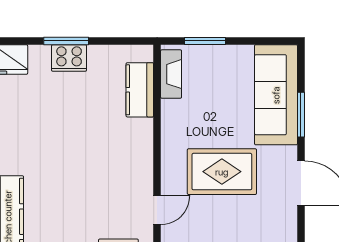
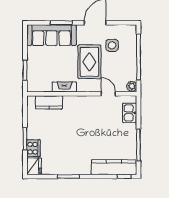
cooker: (69, 58) -> (33, 148), moved
fireplace: (171, 74) -> (64, 87), moved
side table: (255, 217) -> (112, 45), added

